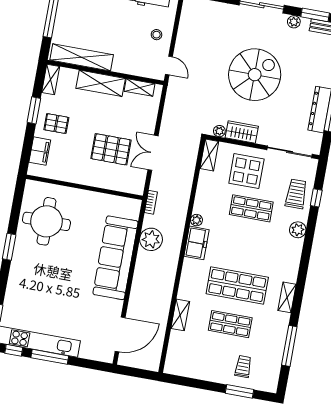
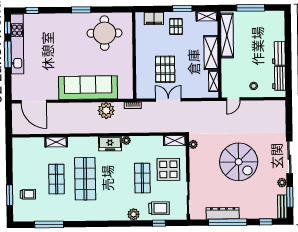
wardrobe: (242, 132) -> (196, 161), removed
shelving: (287, 297) -> (84, 216), removed

